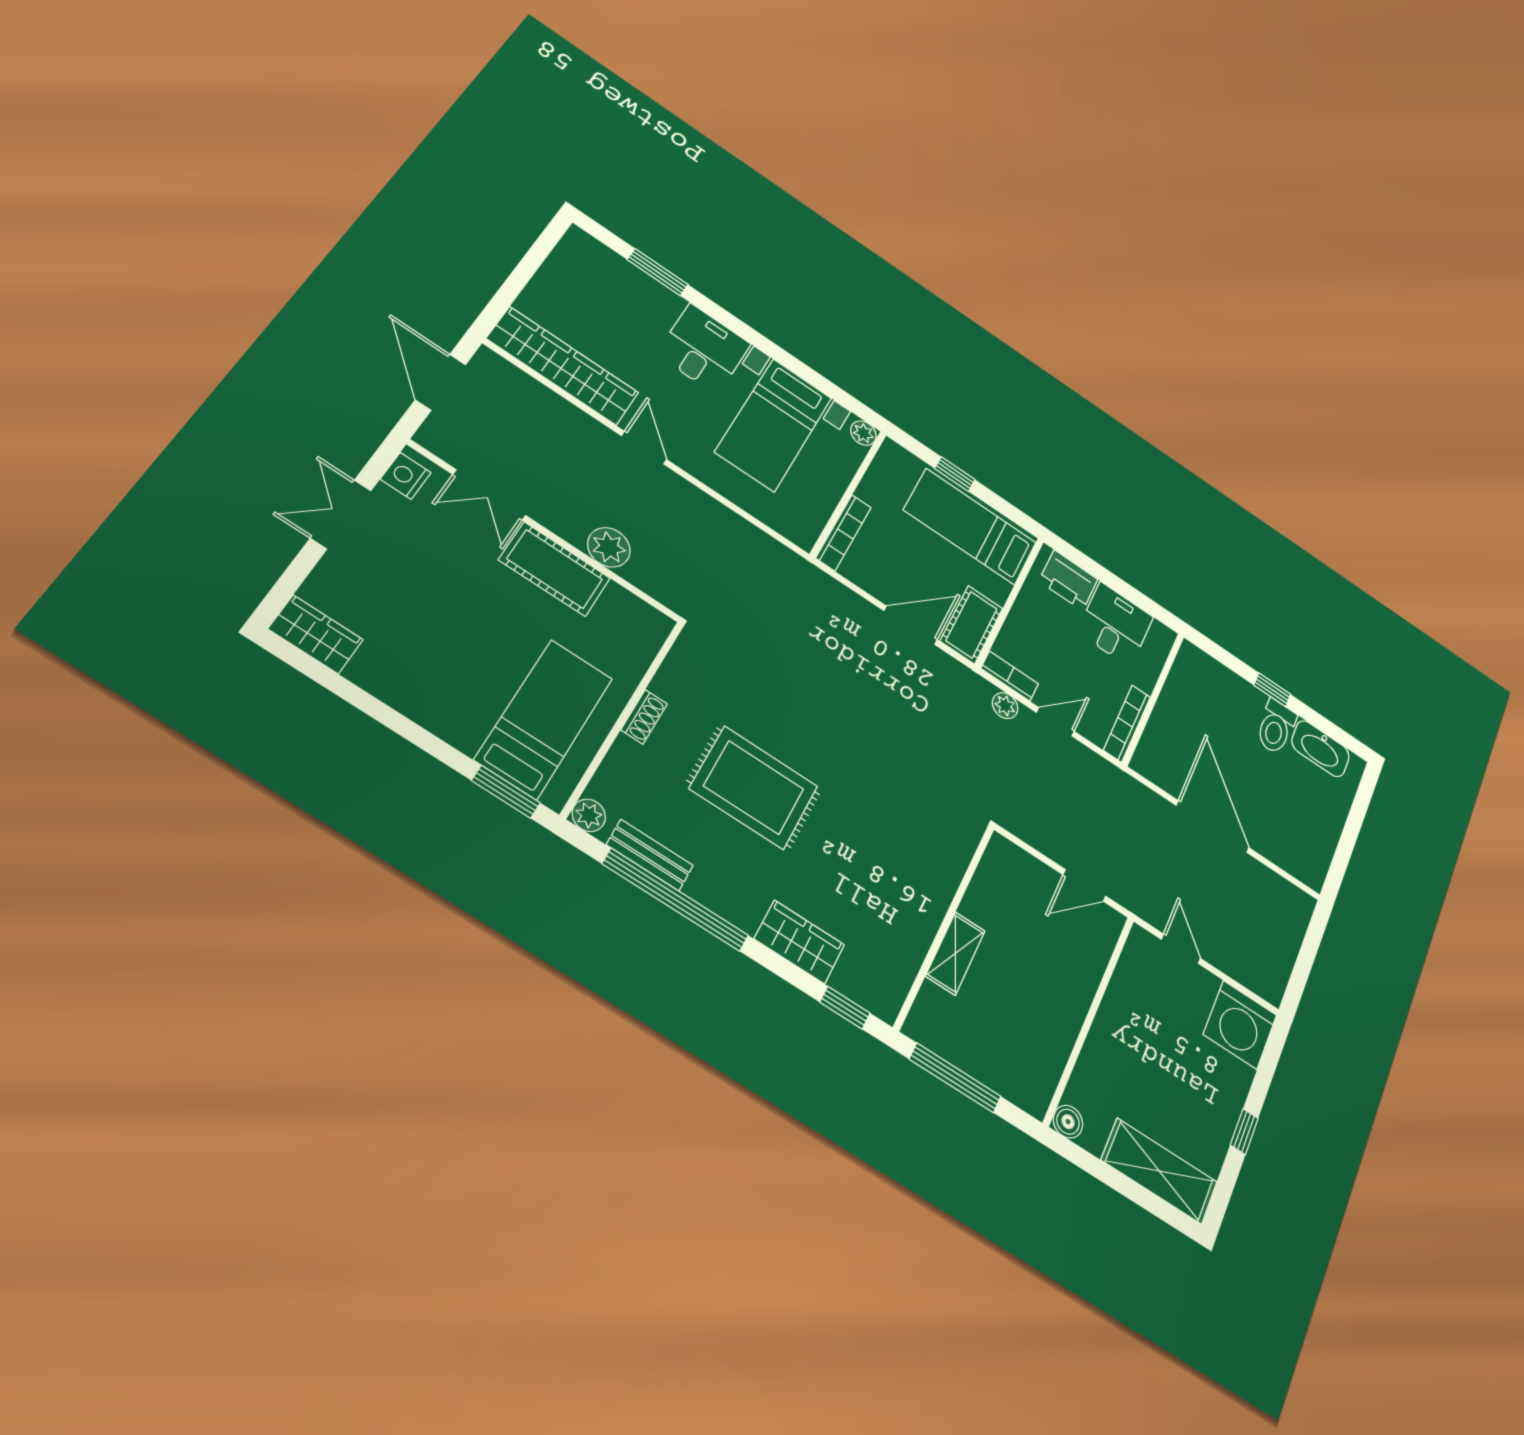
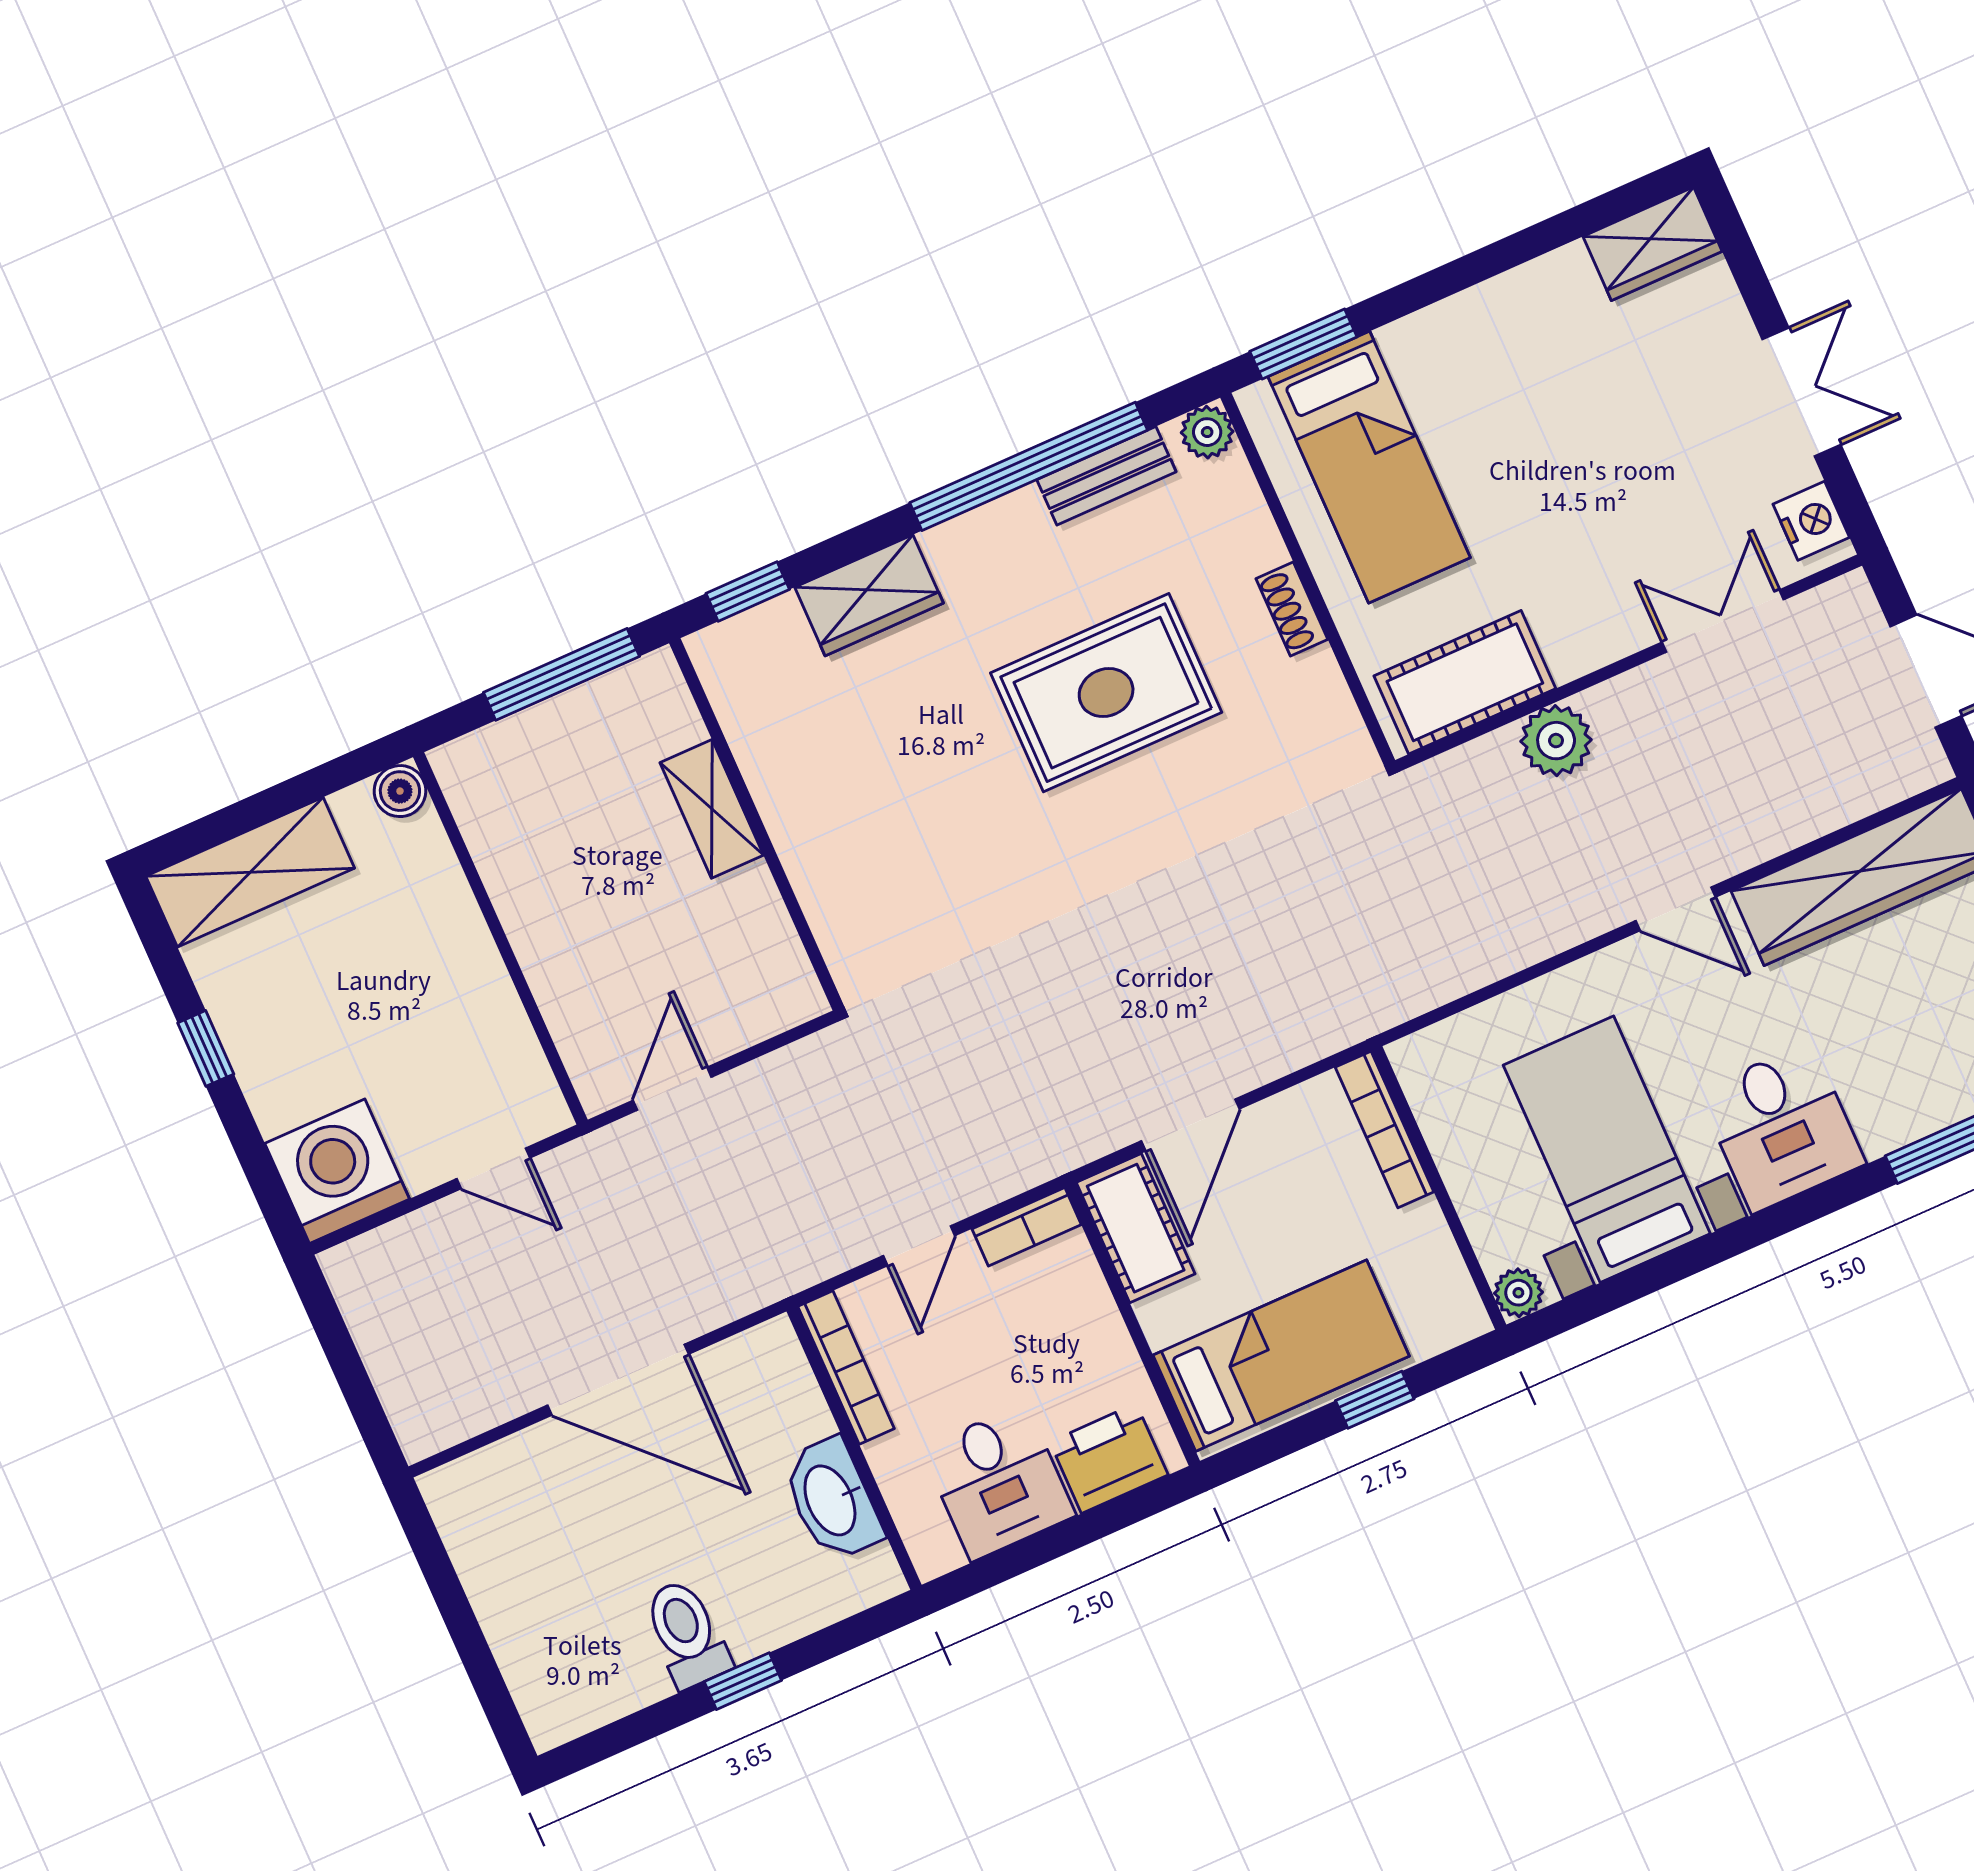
cot: (555, 569) -> (1465, 682), moved
plant: (1005, 706) -> (990, 1182), removed
washbasin: (1320, 749) -> (832, 1500), moved, turned -90

